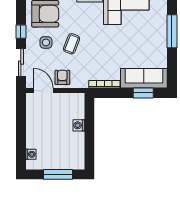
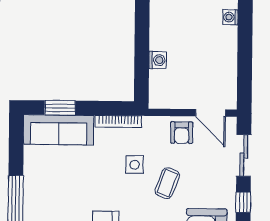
side table: (46, 42) -> (135, 165), moved

